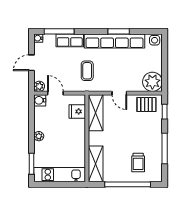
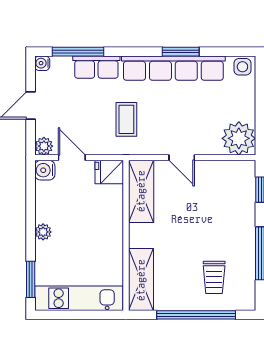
pallet: (146, 105) -> (228, 178), removed
fridge: (77, 111) -> (109, 172), moved

